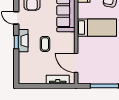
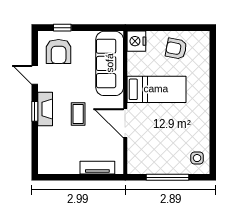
door: (76, 63) -> (125, 123), moved

